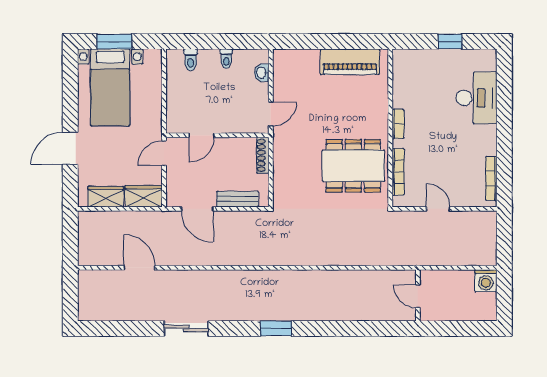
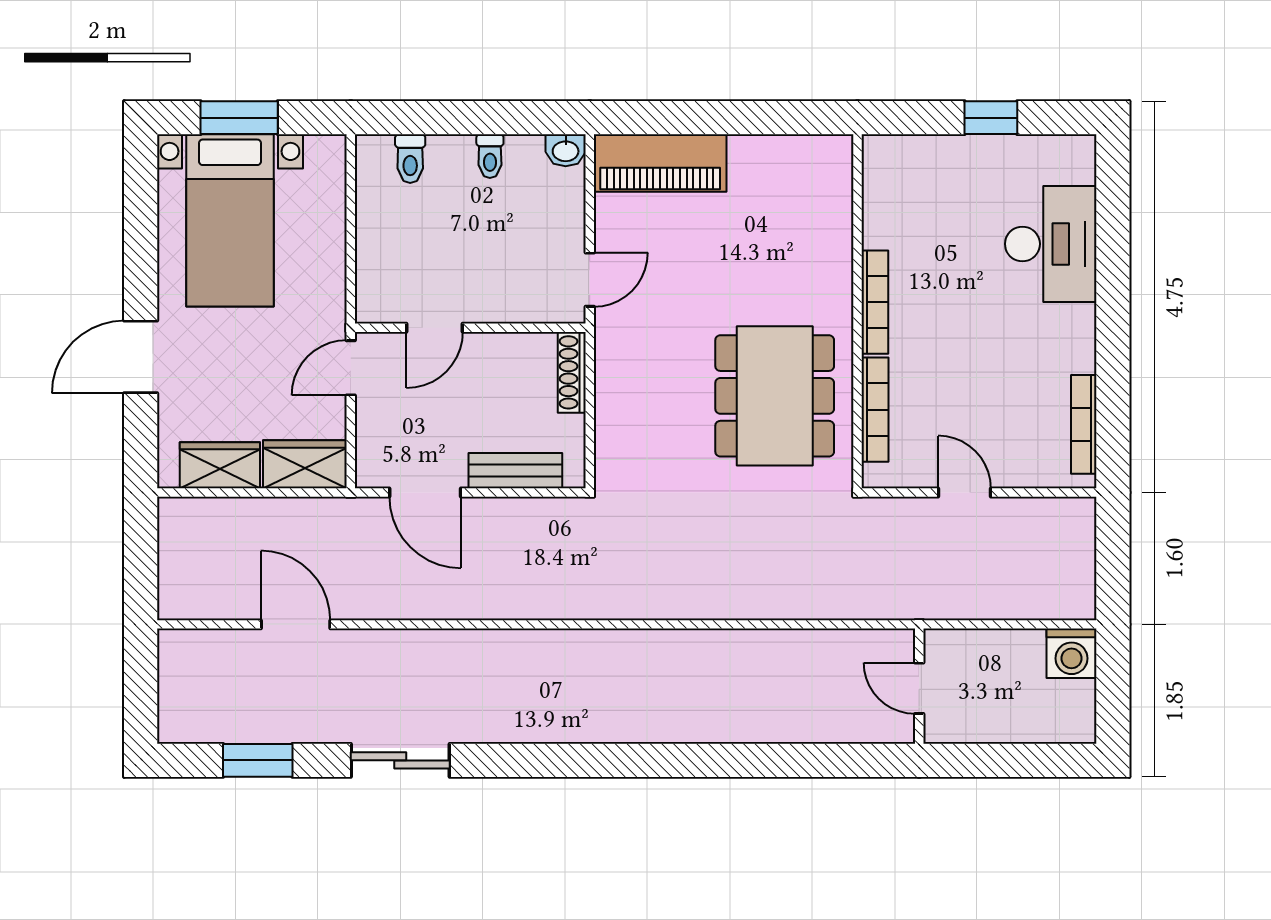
piano: (350, 62) -> (660, 163), moved
washbasin: (262, 73) -> (566, 150), moved, turned -90
bookcase: (398, 124) -> (875, 302), width x1.56
dining table: (353, 166) -> (775, 396), turned 90
window: (276, 328) -> (258, 760), moved

